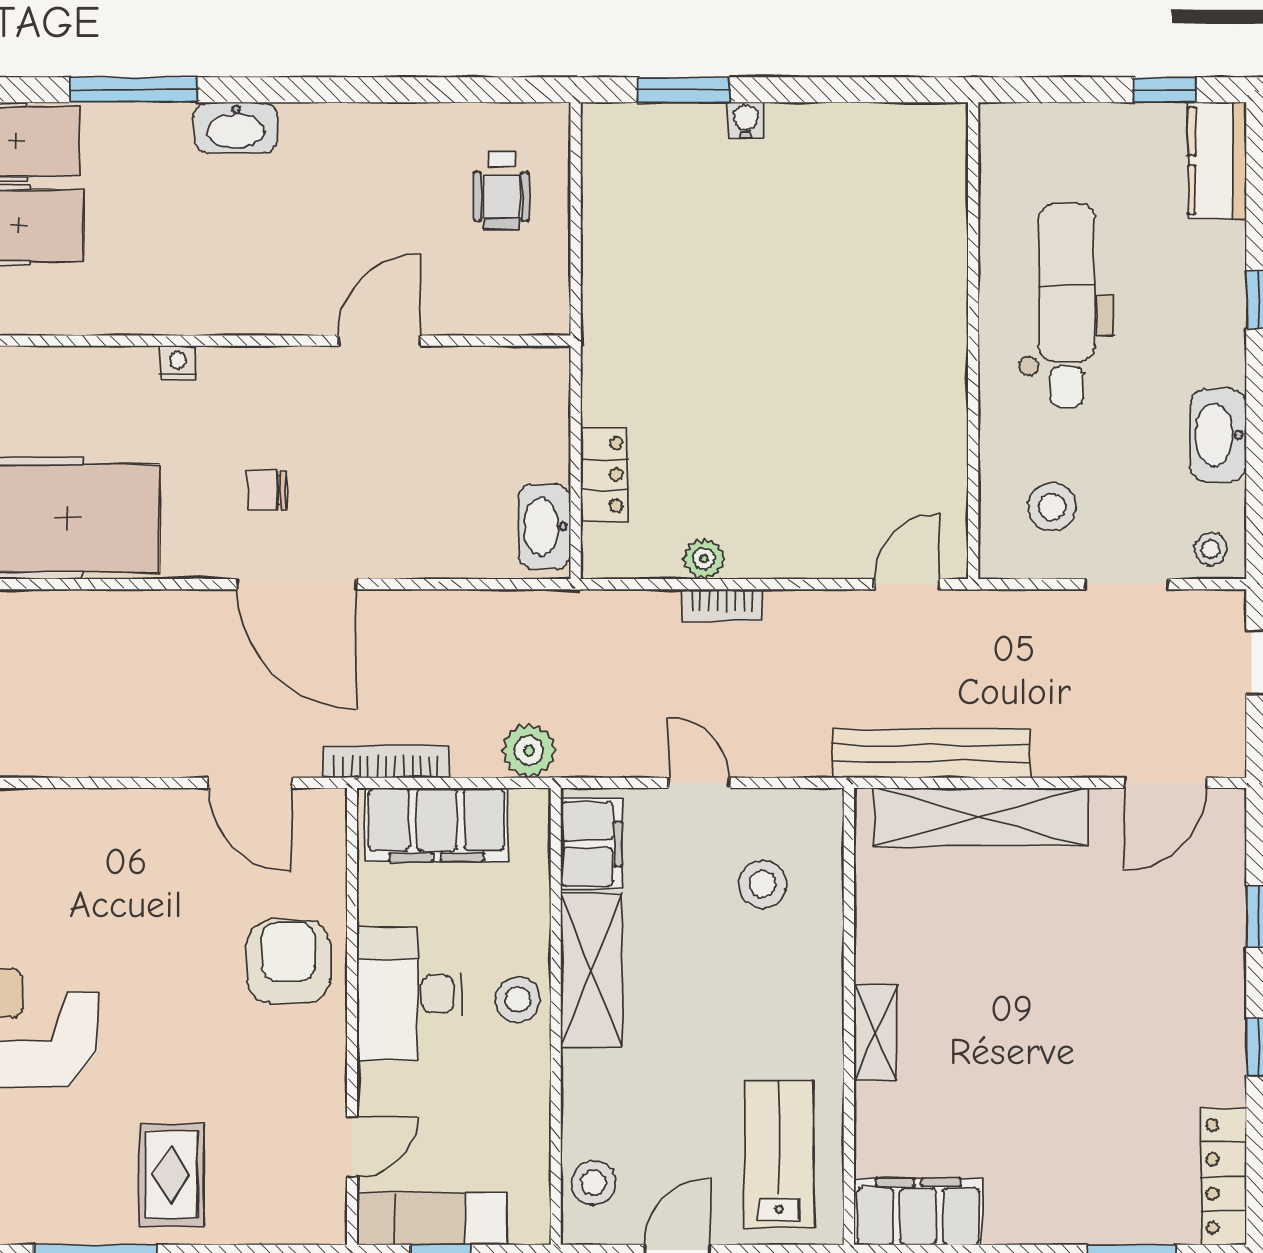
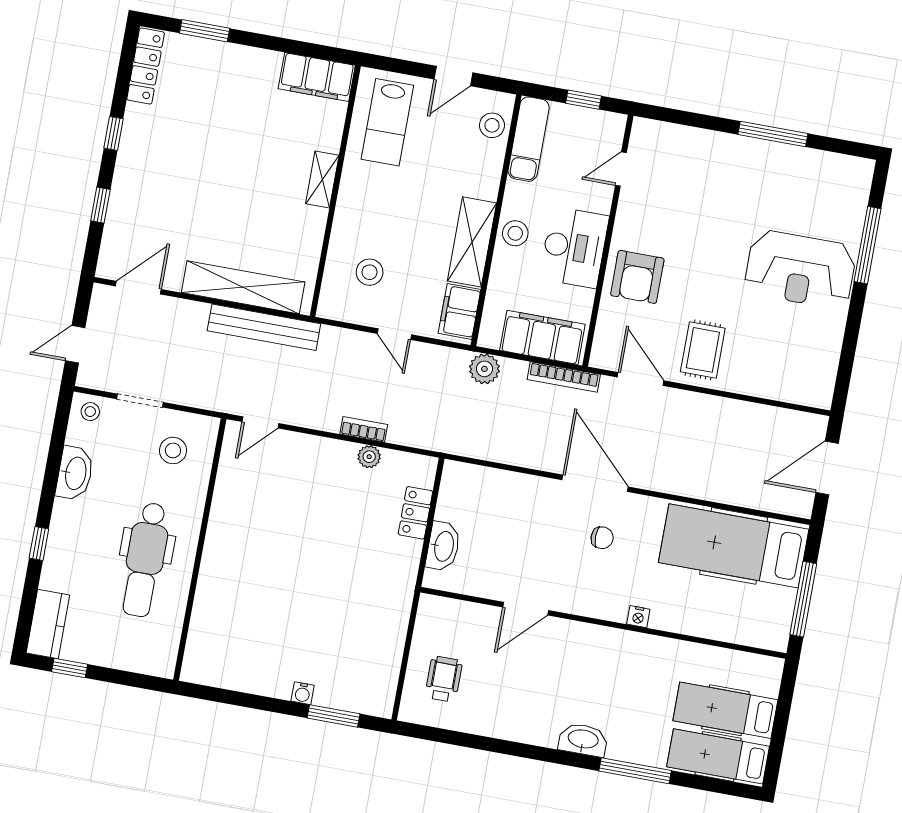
washbasin: (545, 526) -> (443, 546), moved
rug: (171, 1175) -> (703, 350), moved
exam couch: (432, 1219) -> (529, 139), moved, turned -90

